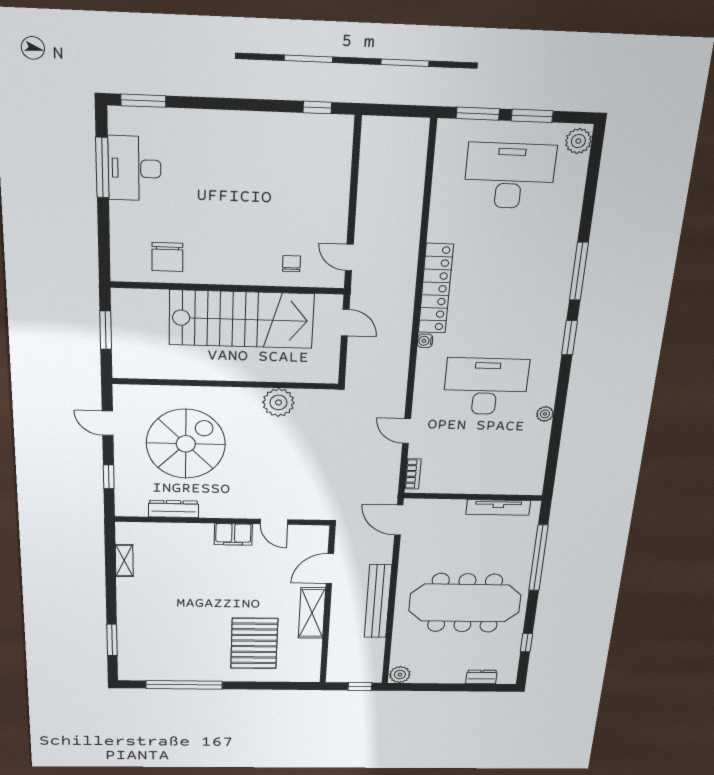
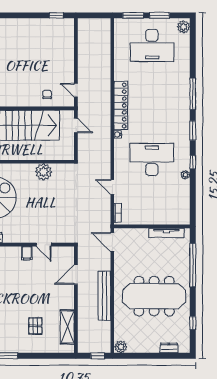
desk: (510, 176) -> (152, 45), turned 180
window: (562, 393) -> (193, 162), added
filing cabinet: (233, 534) -> (27, 253), width x0.50
shelving: (312, 613) -> (67, 327), moved
pallet: (254, 643) -> (35, 326), width x0.49, depth x0.50

